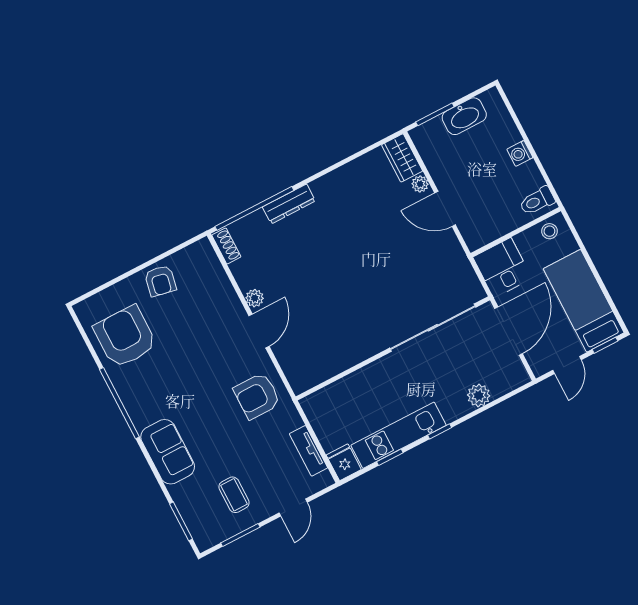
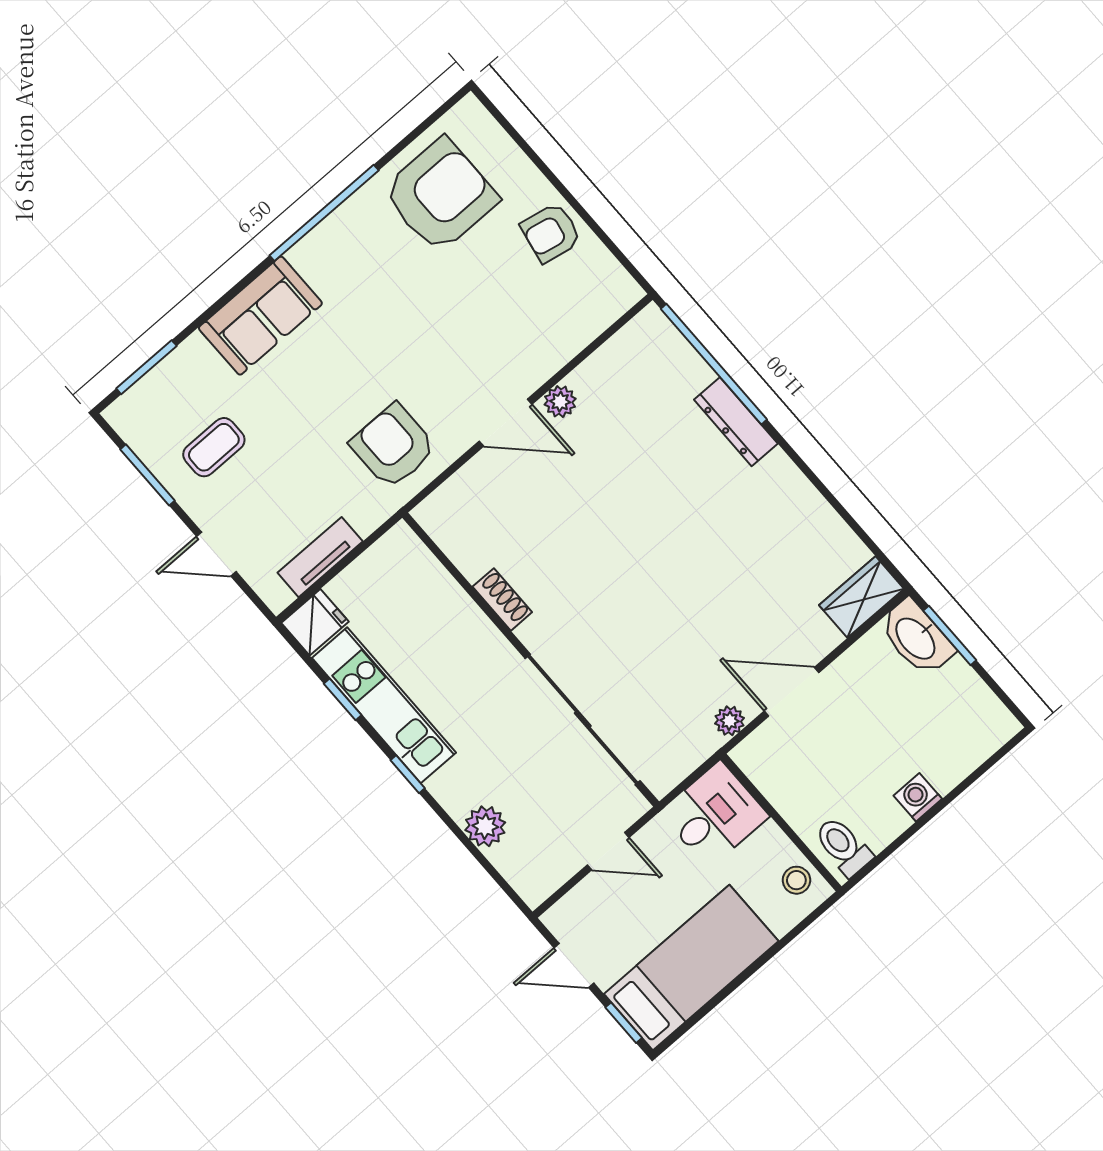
washbasin: (464, 116) -> (916, 638), moved
plant: (420, 184) -> (730, 721), moved
door: (445, 209) -> (792, 692), hinge flipped
shoe rack: (226, 246) -> (502, 599), moved, turned -90
door: (509, 331) -> (608, 851), width x0.53

